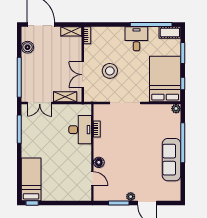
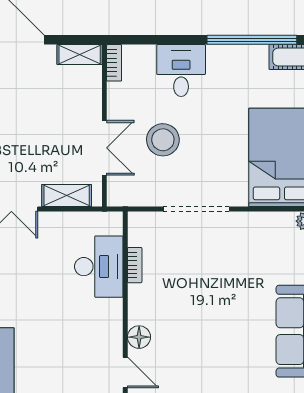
desk: (136, 39) -> (181, 71), moved
double door: (83, 75) -> (104, 148), swing flipped

